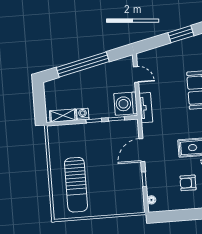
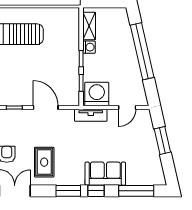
window: (181, 34) -> (162, 140), moved

